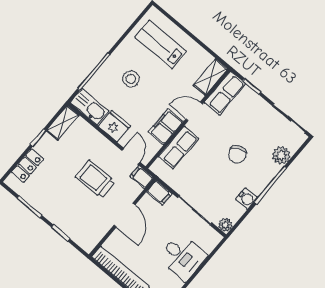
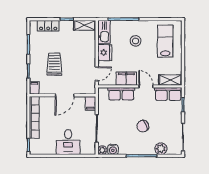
filing cabinet: (142, 177) -> (34, 88), moved
trolley: (95, 179) -> (54, 64), moved
water cooler: (246, 199) -> (113, 149), moved

